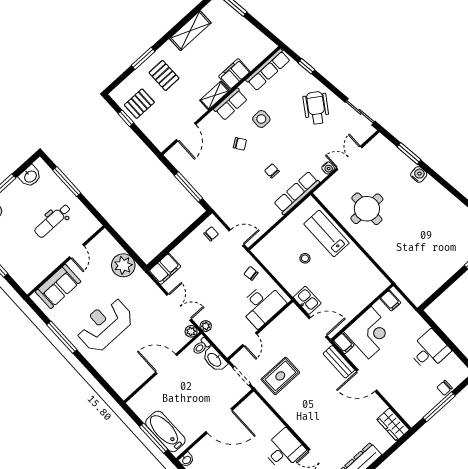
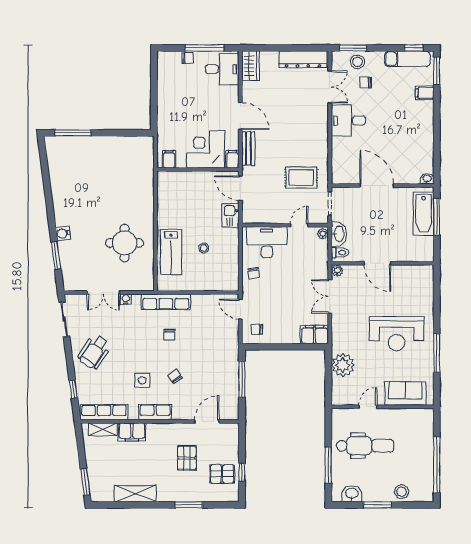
pallet: (164, 75) -> (187, 458), moved
shelving: (215, 95) -> (103, 429), moved
dental chair: (53, 221) -> (365, 446), width x1.36, depth x1.38
plant: (206, 326) -> (323, 234), moved
desk: (429, 350) -> (222, 69), moved, turned 180

